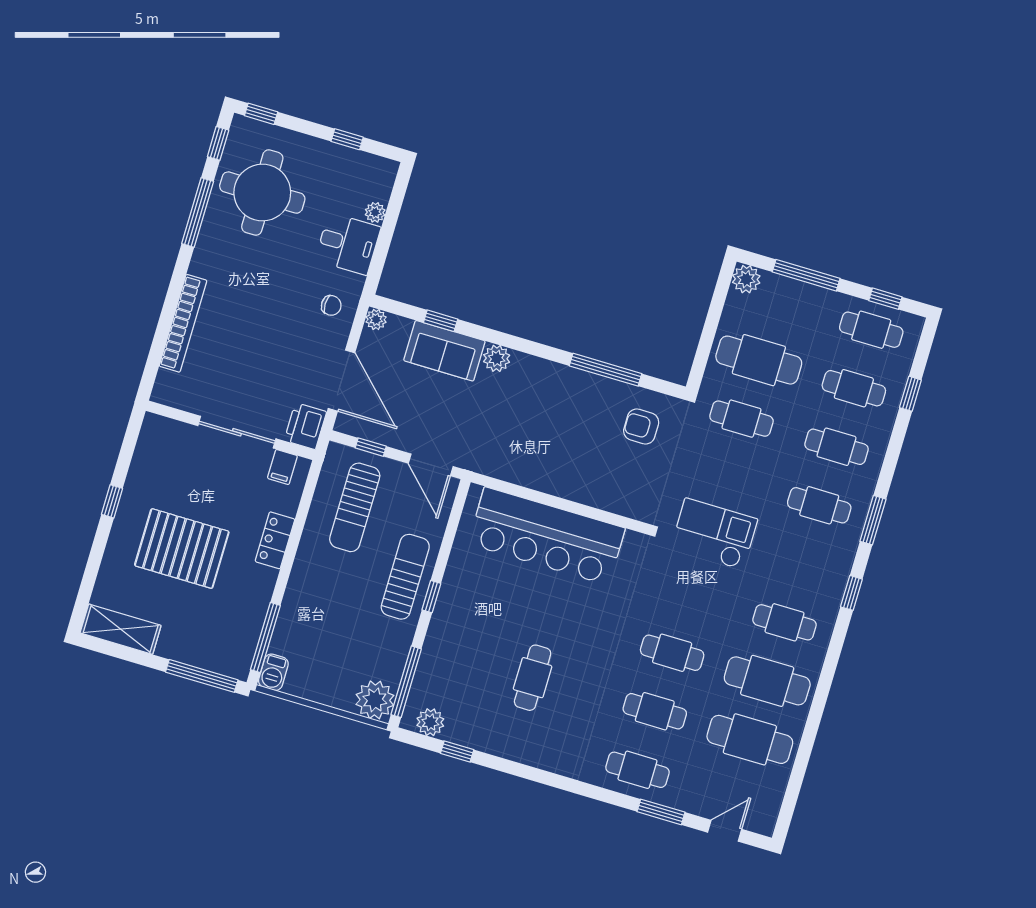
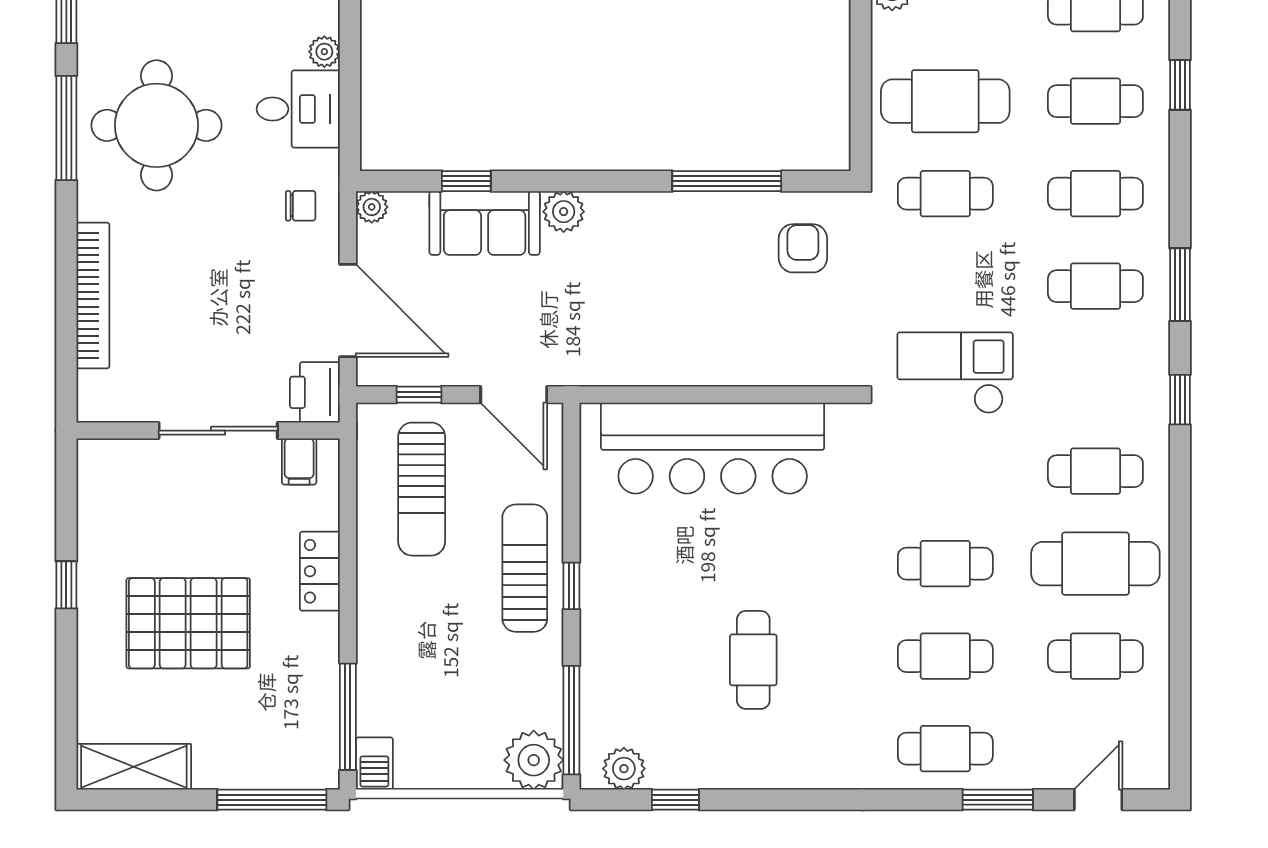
round table: (262, 193) -> (157, 125), moved
armchair: (641, 426) -> (803, 248), turned 90
cafe table: (750, 739) -> (1095, 656), width x0.73, depth x0.74

